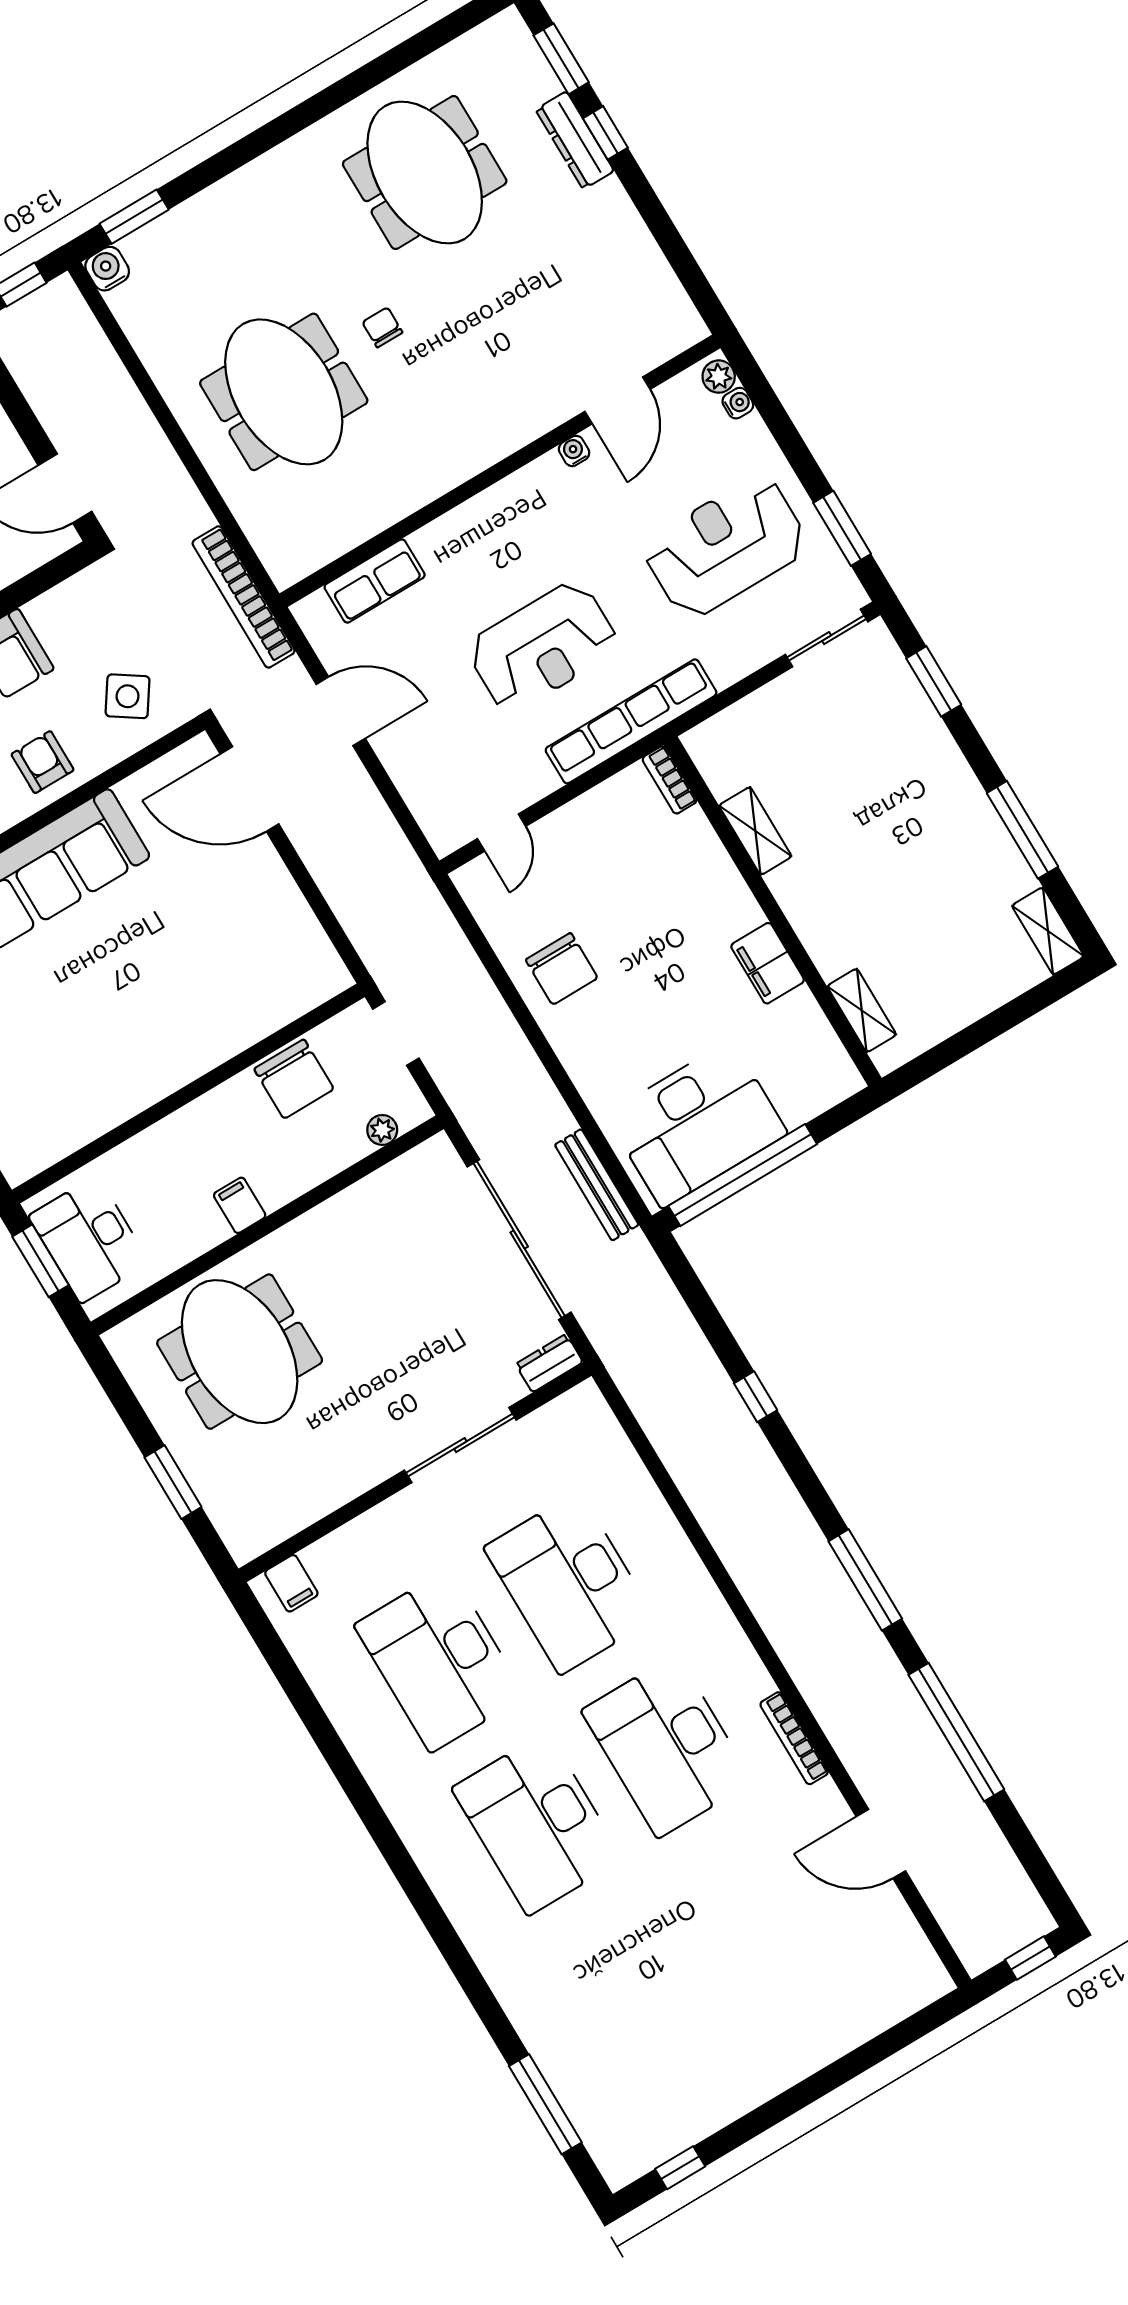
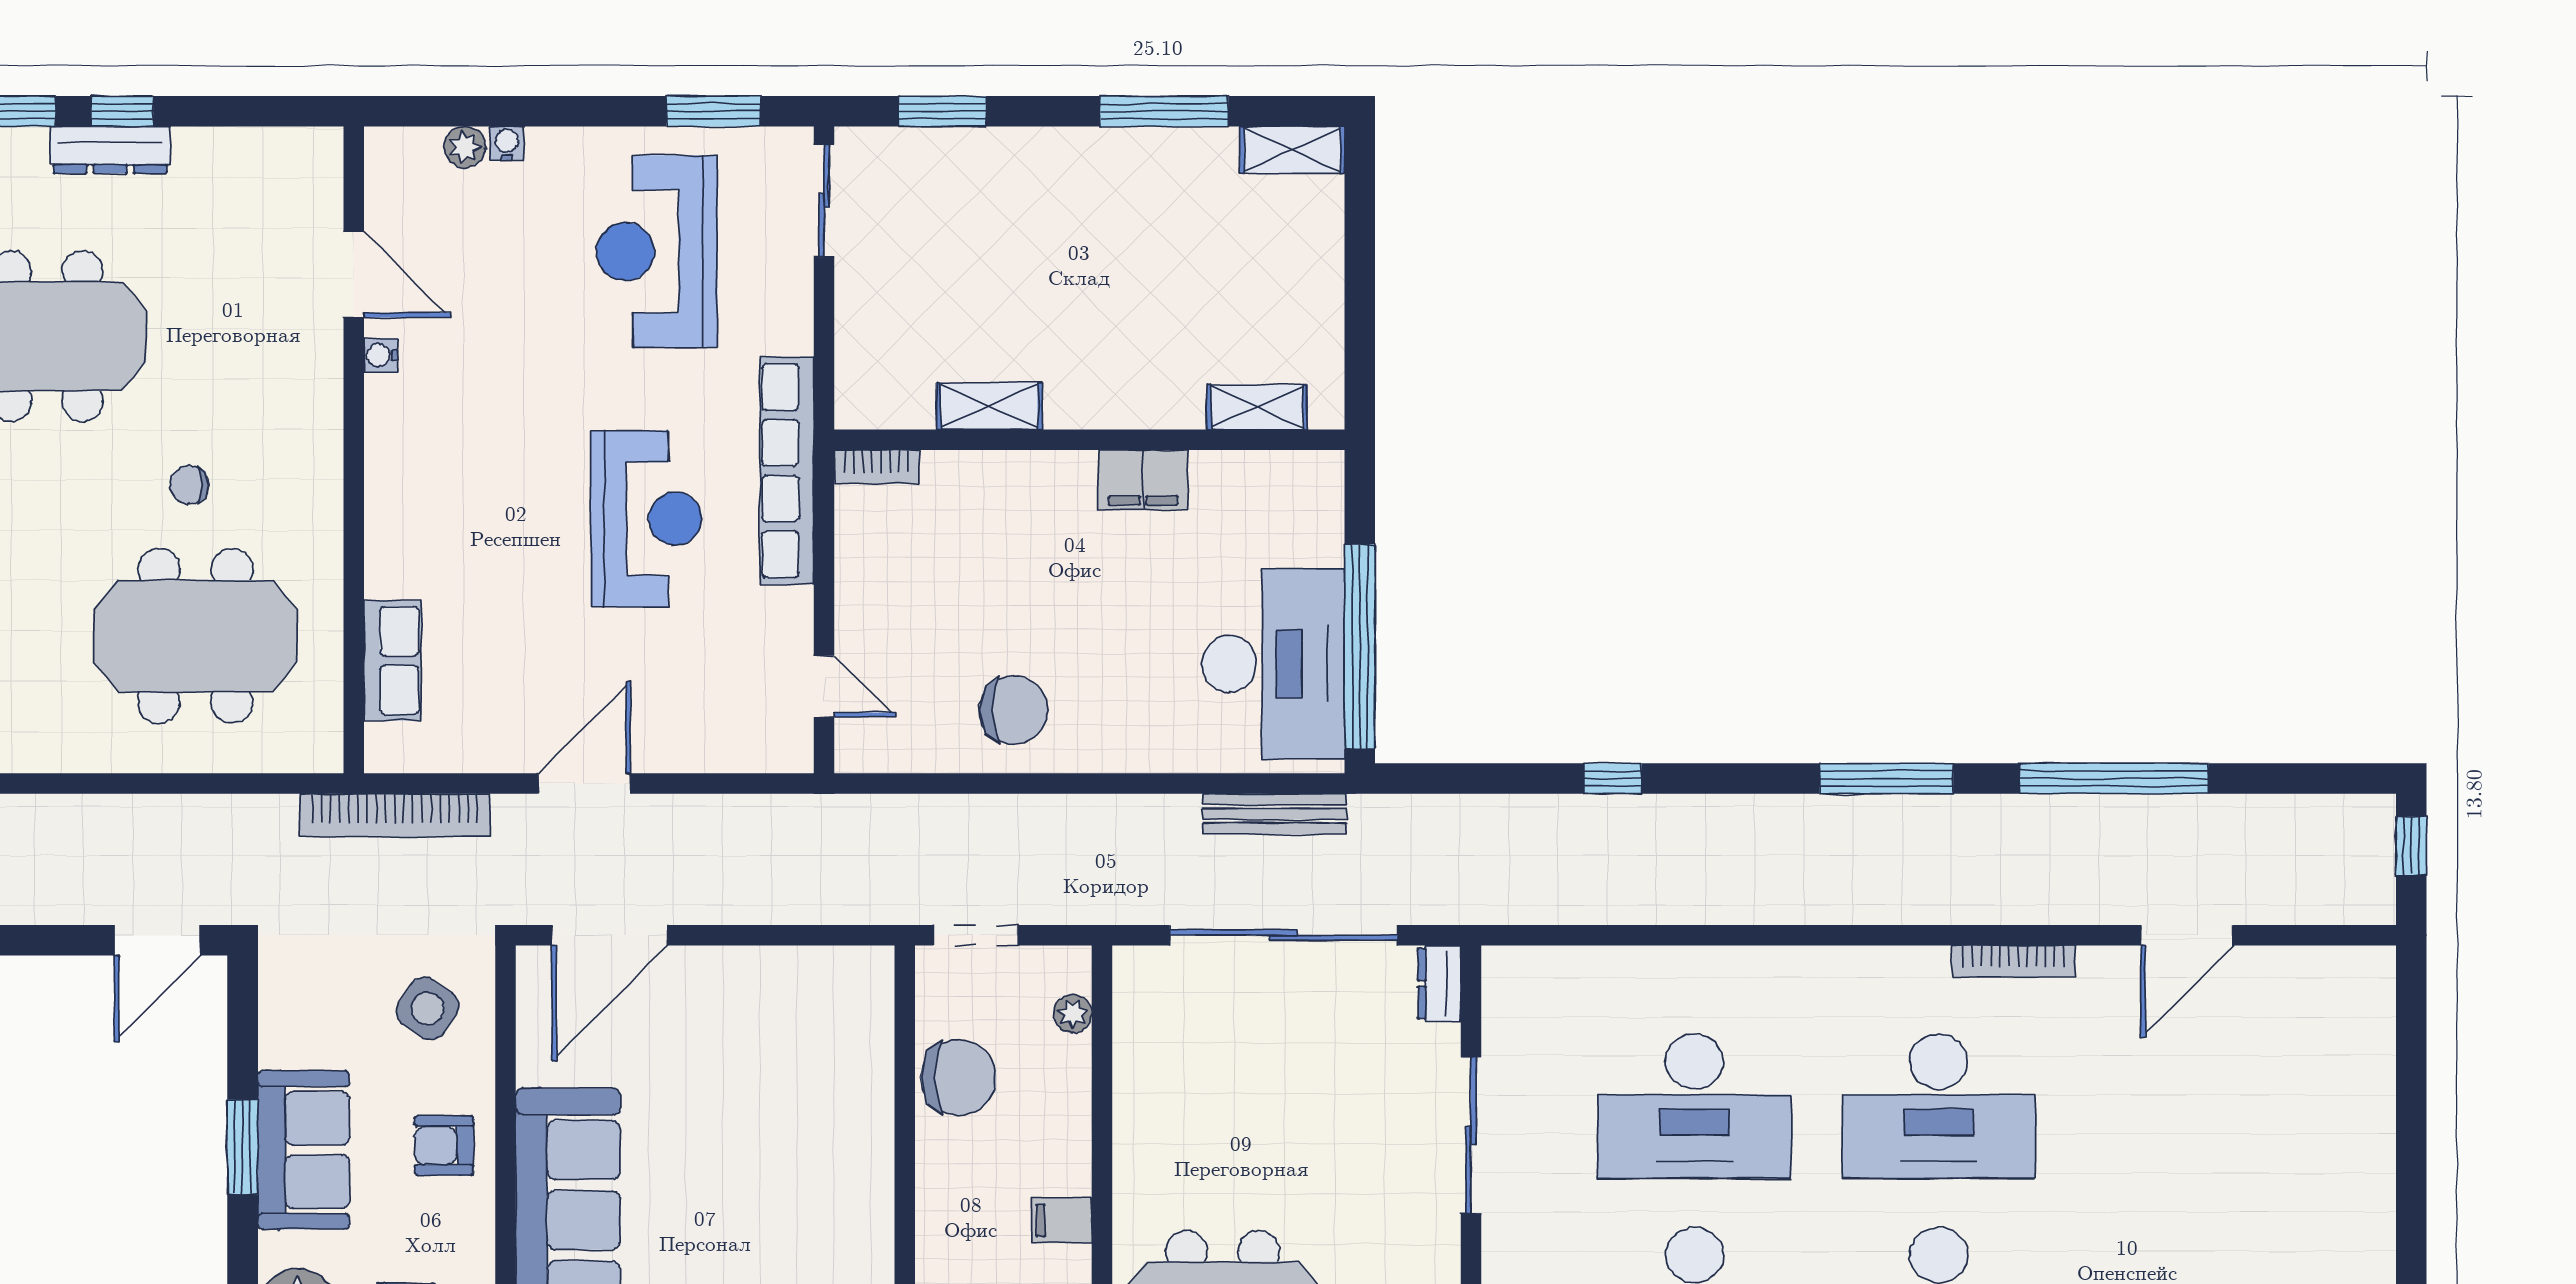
door: (618, 400) -> (354, 274), moved
water cooler: (574, 451) -> (381, 355), moved
wall: (500, 471) -> (354, 450), moved
row of seats: (375, 581) -> (393, 661), moved

